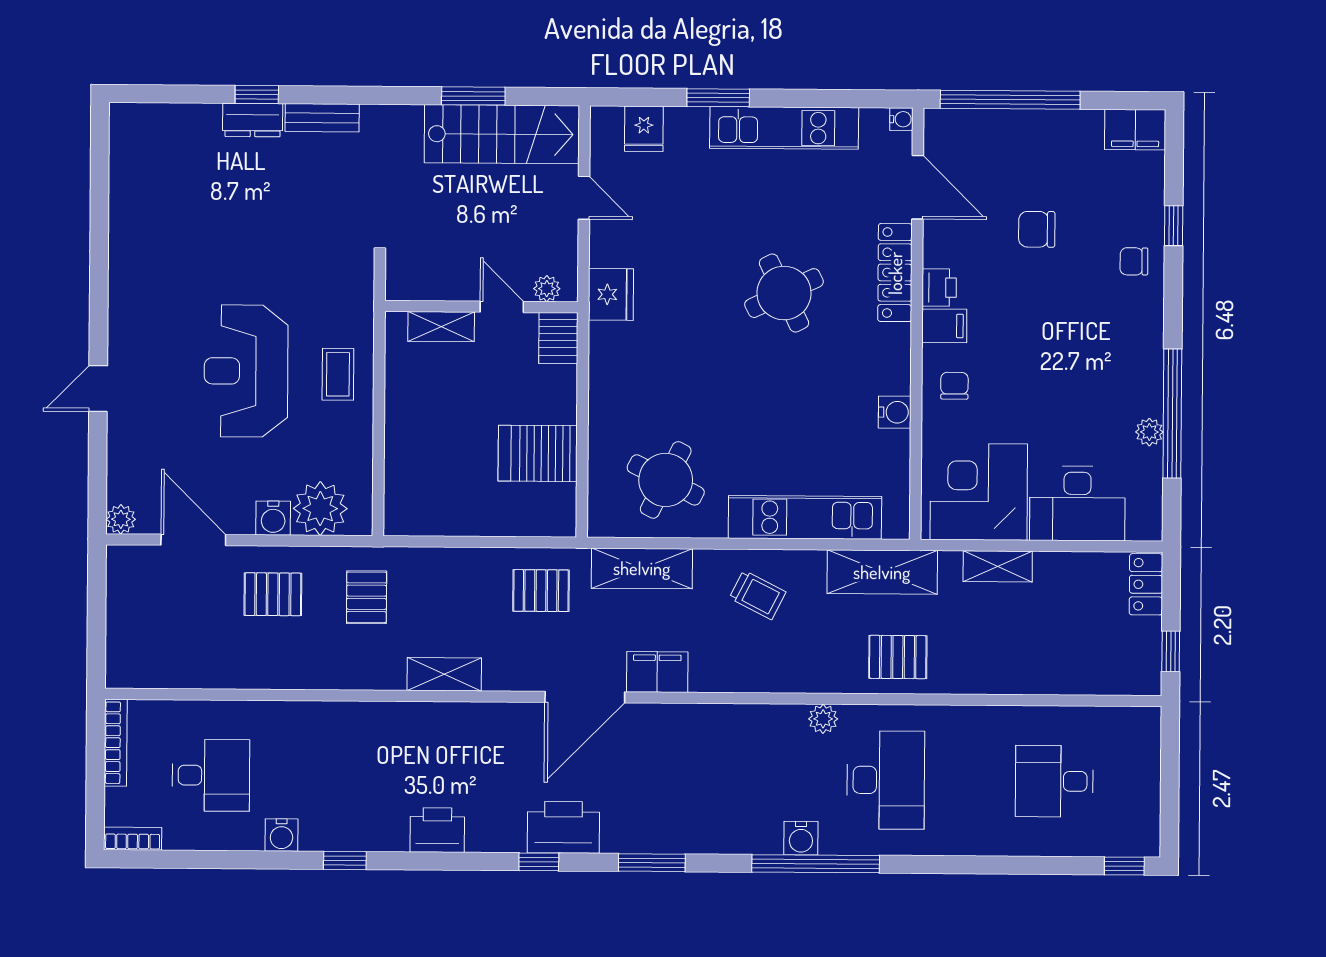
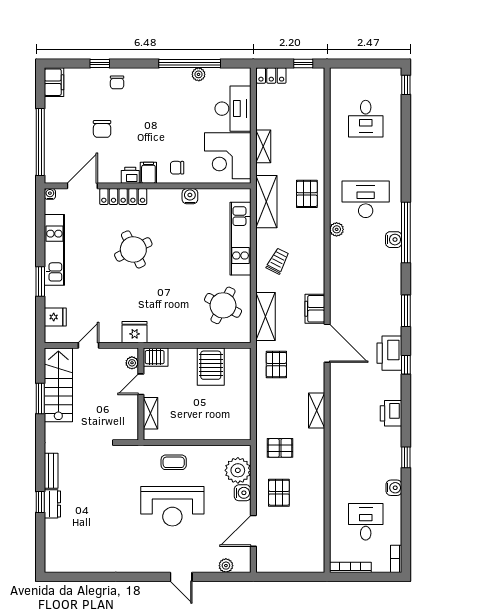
plant: (121, 519) -> (226, 566), moved

